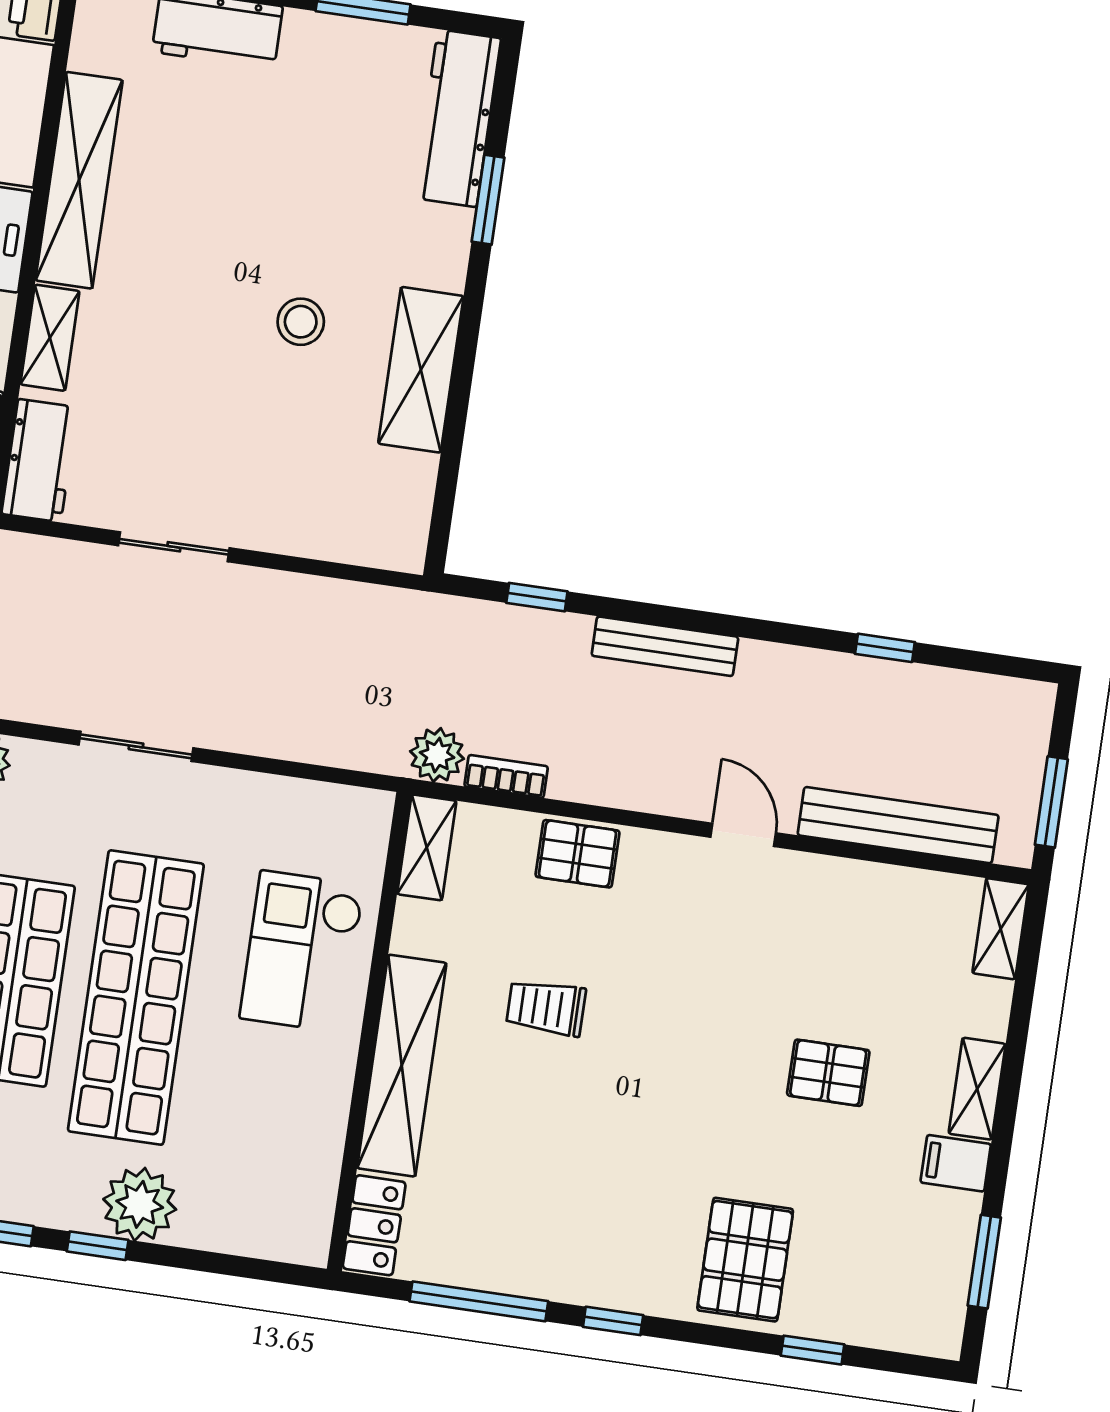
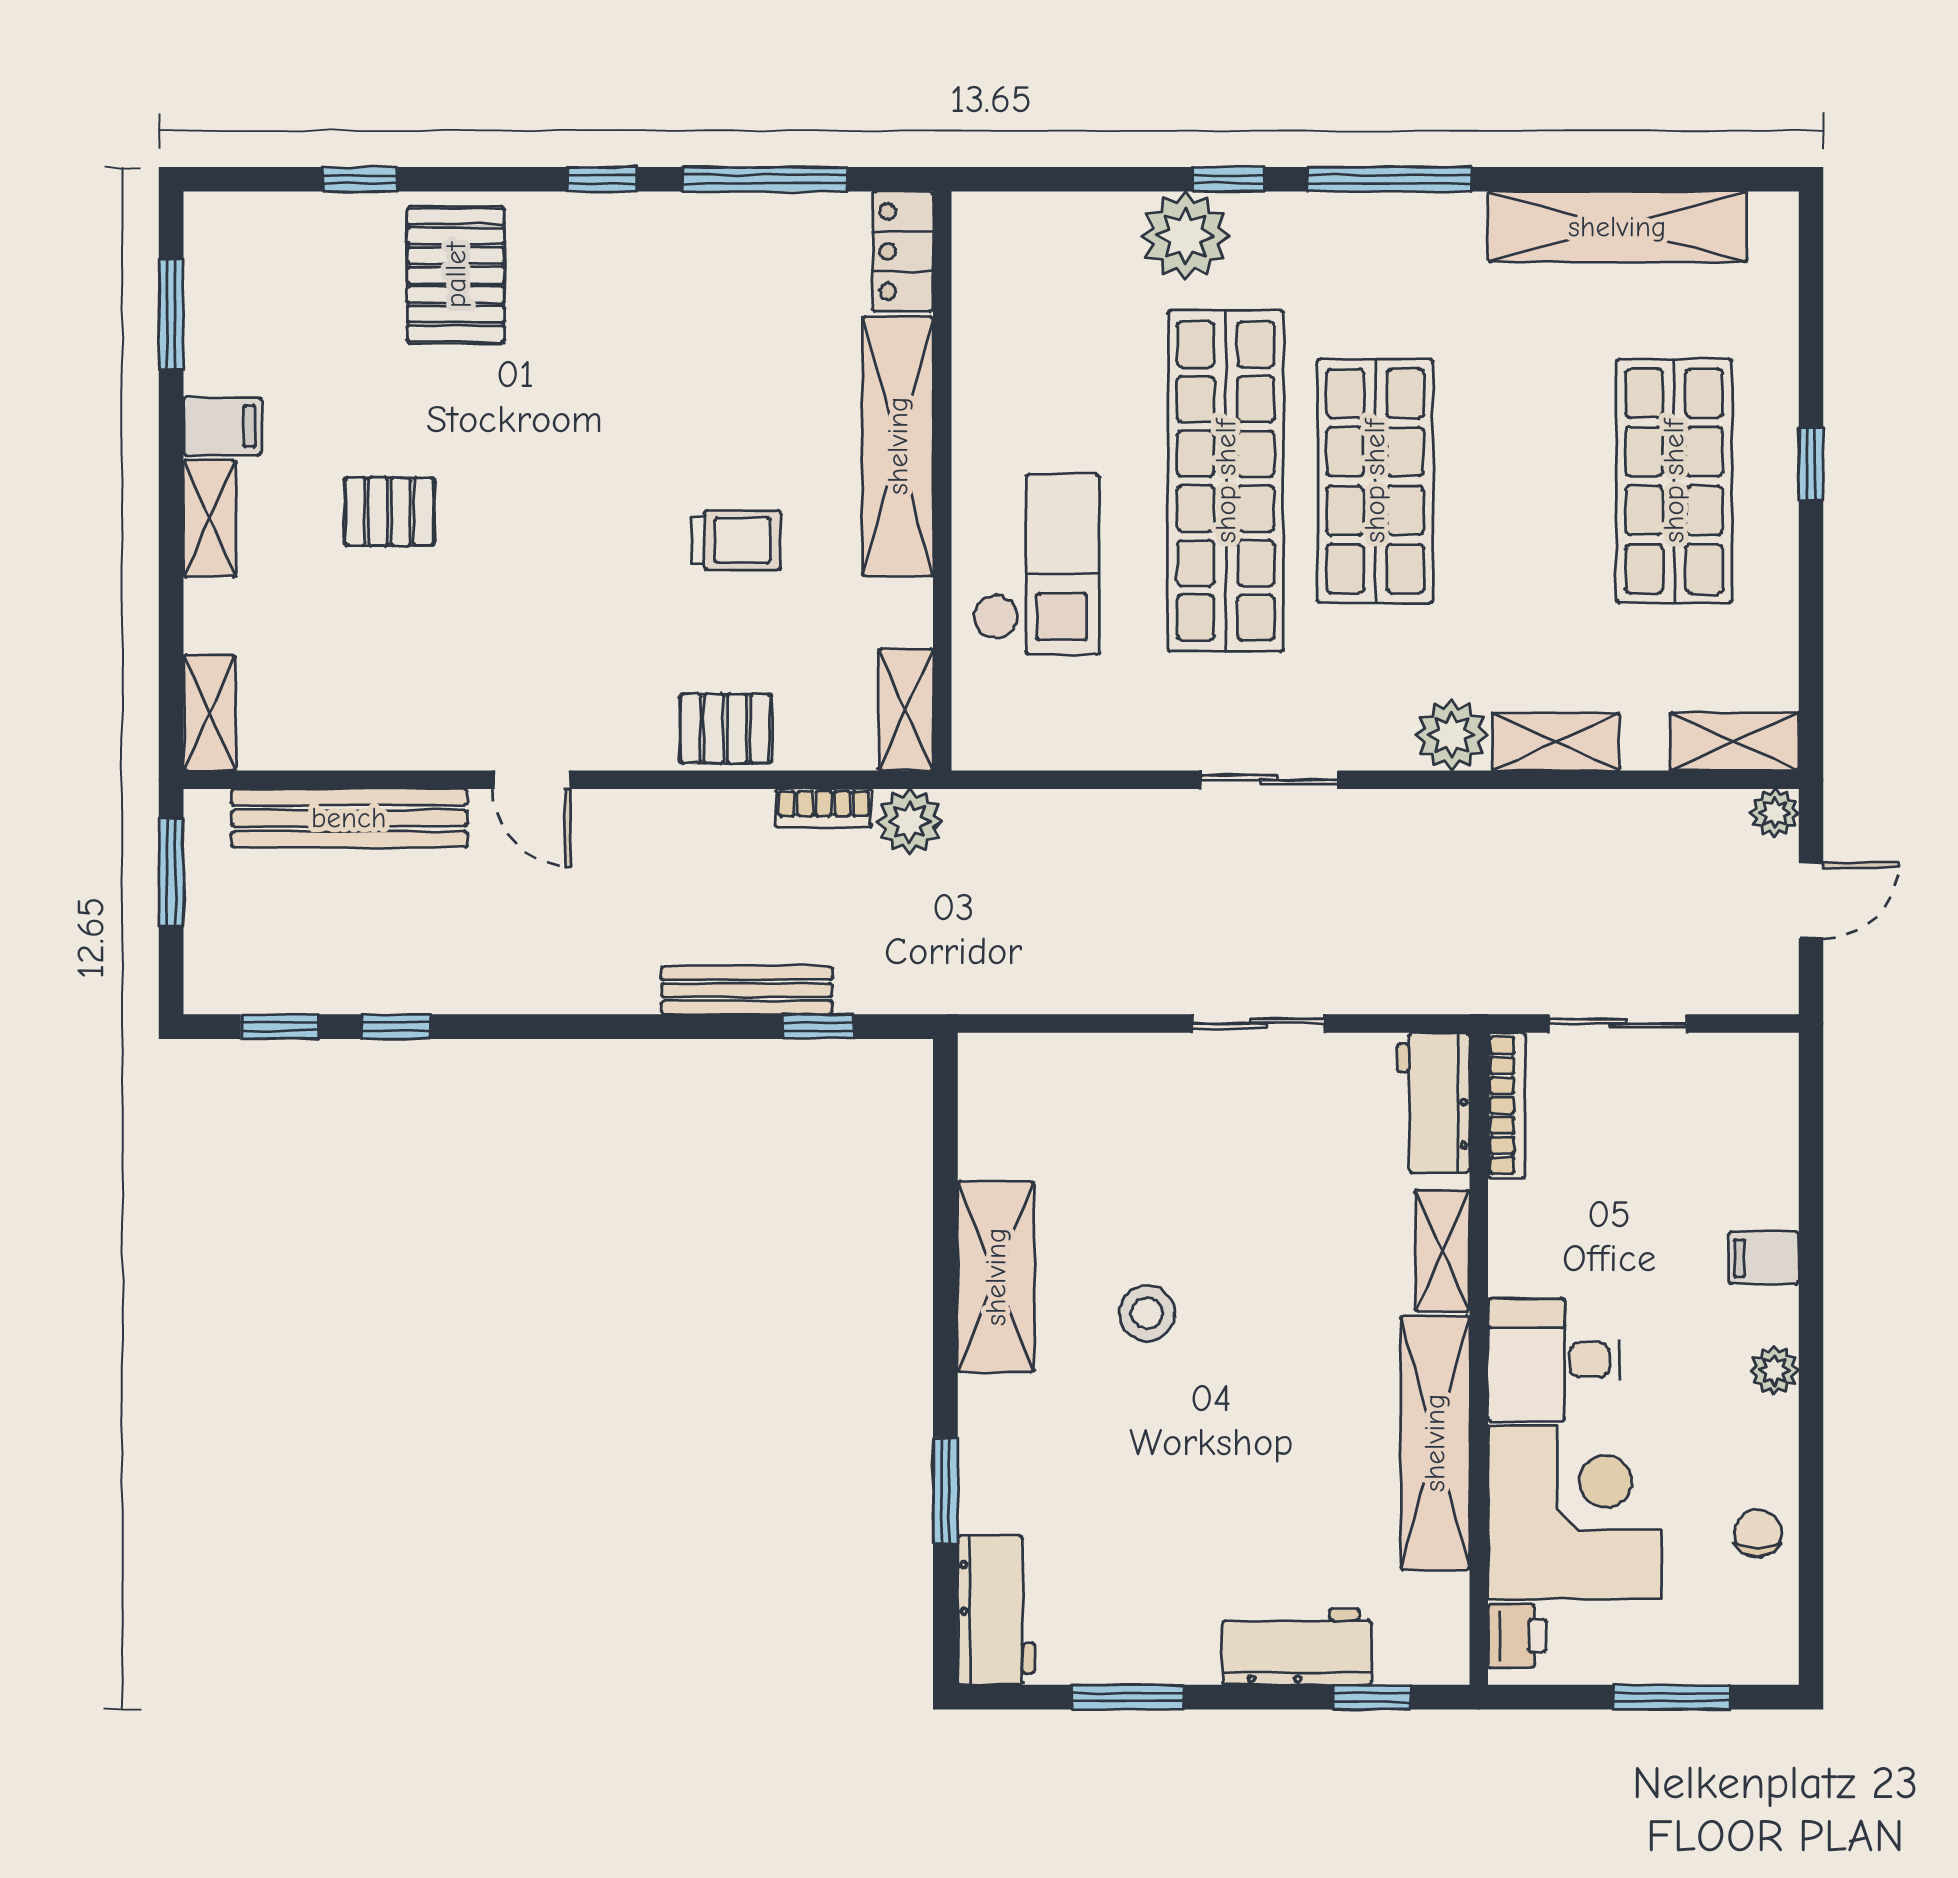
workbench: (457, 118) -> (996, 1610), width x0.73
bench: (665, 646) -> (747, 990), moved
window: (980, 662) -> (280, 1027), added

